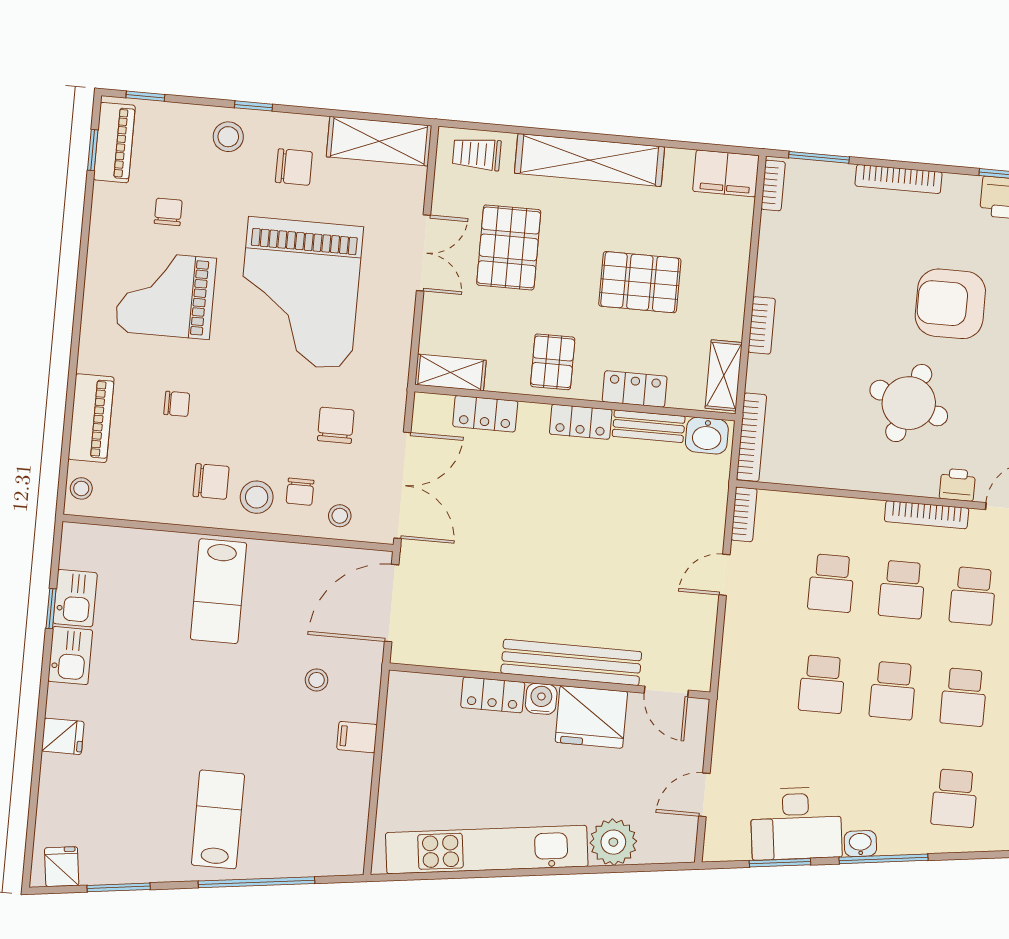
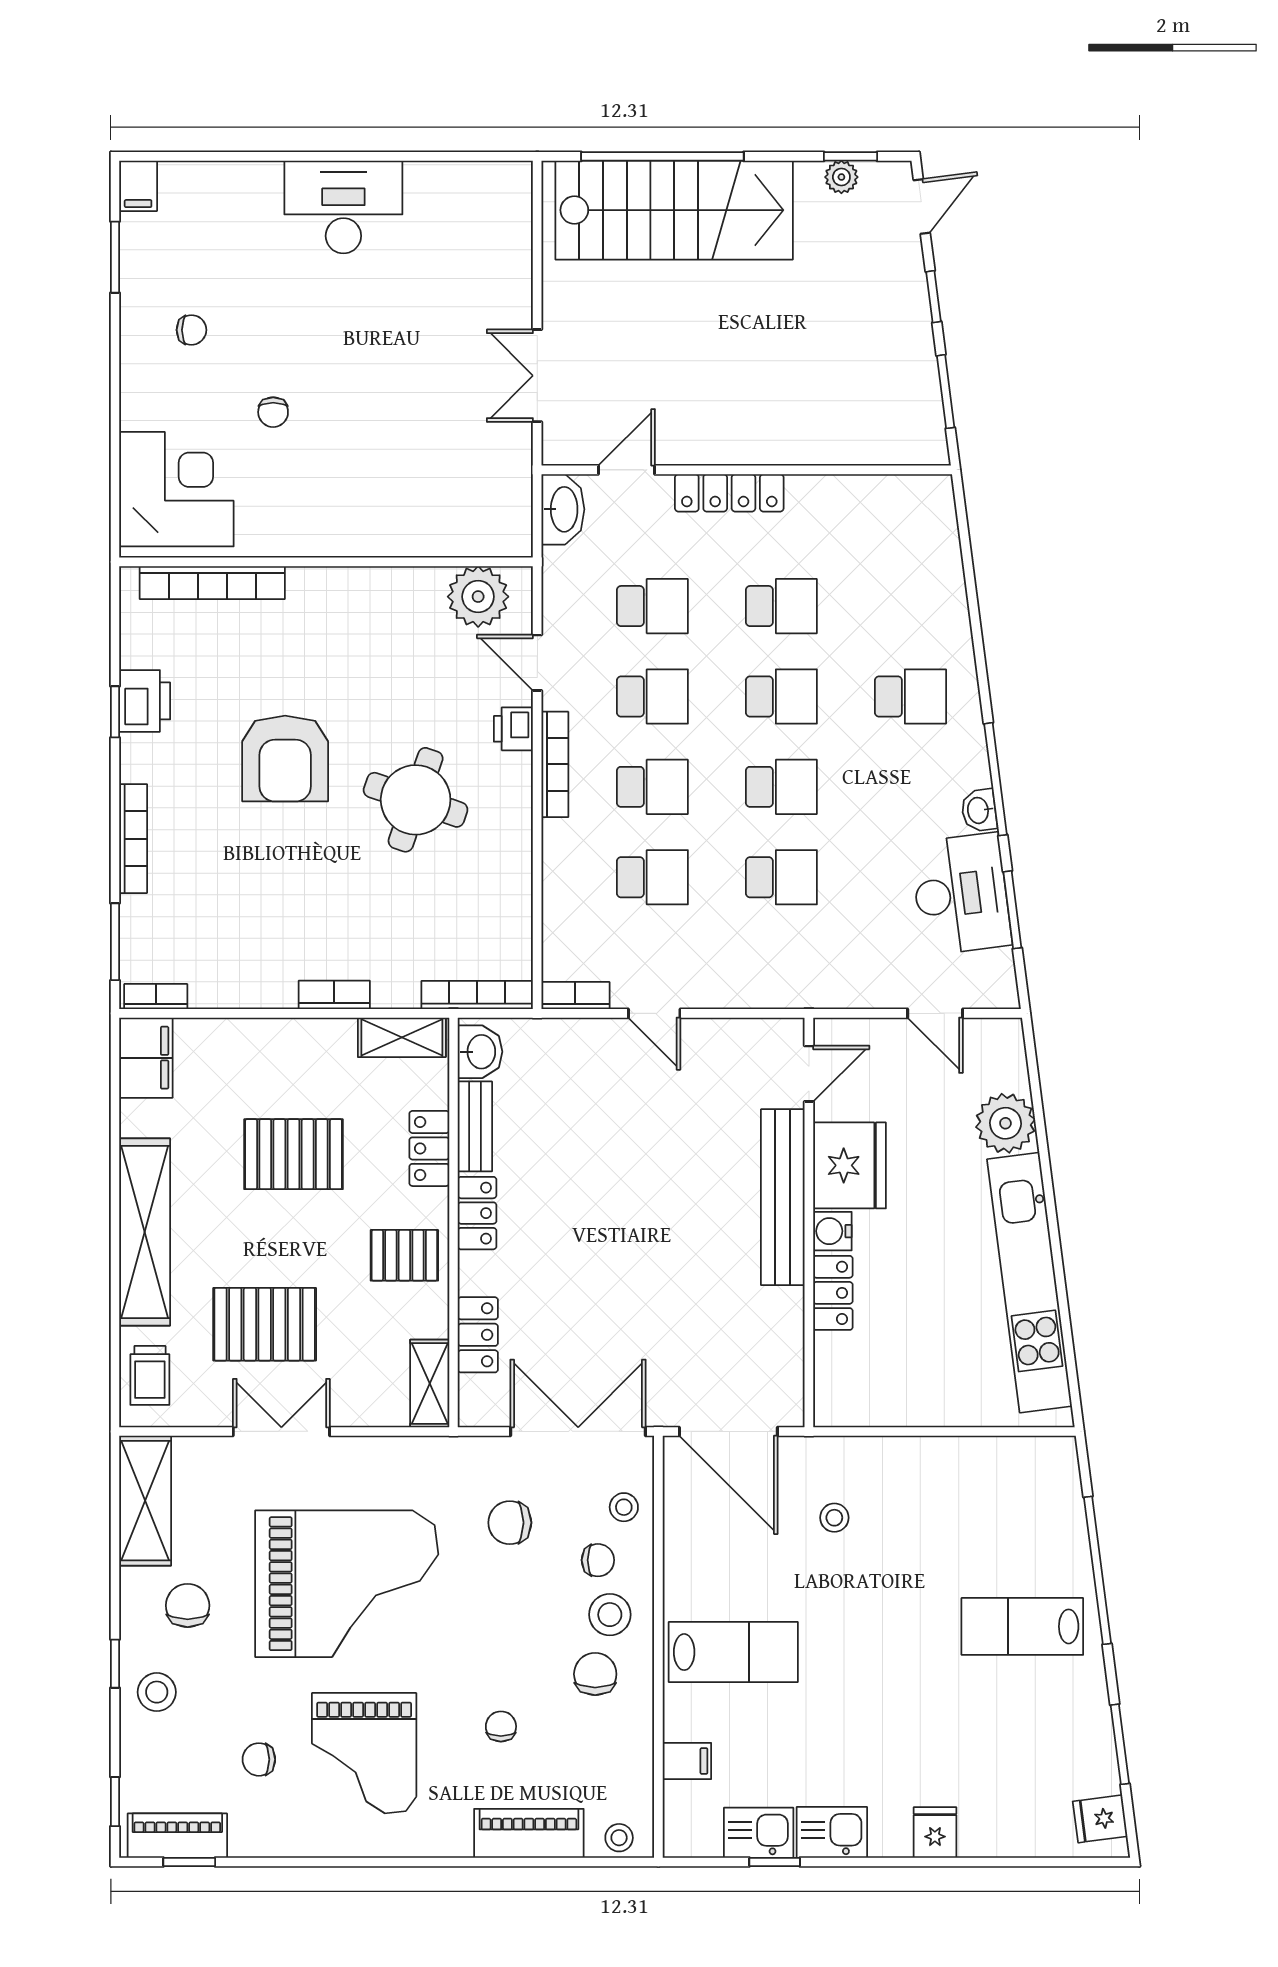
pallet: (640, 282) -> (294, 1154), turned 90
filing cabinet: (357, 737) -> (687, 1761), moved, turned -90

